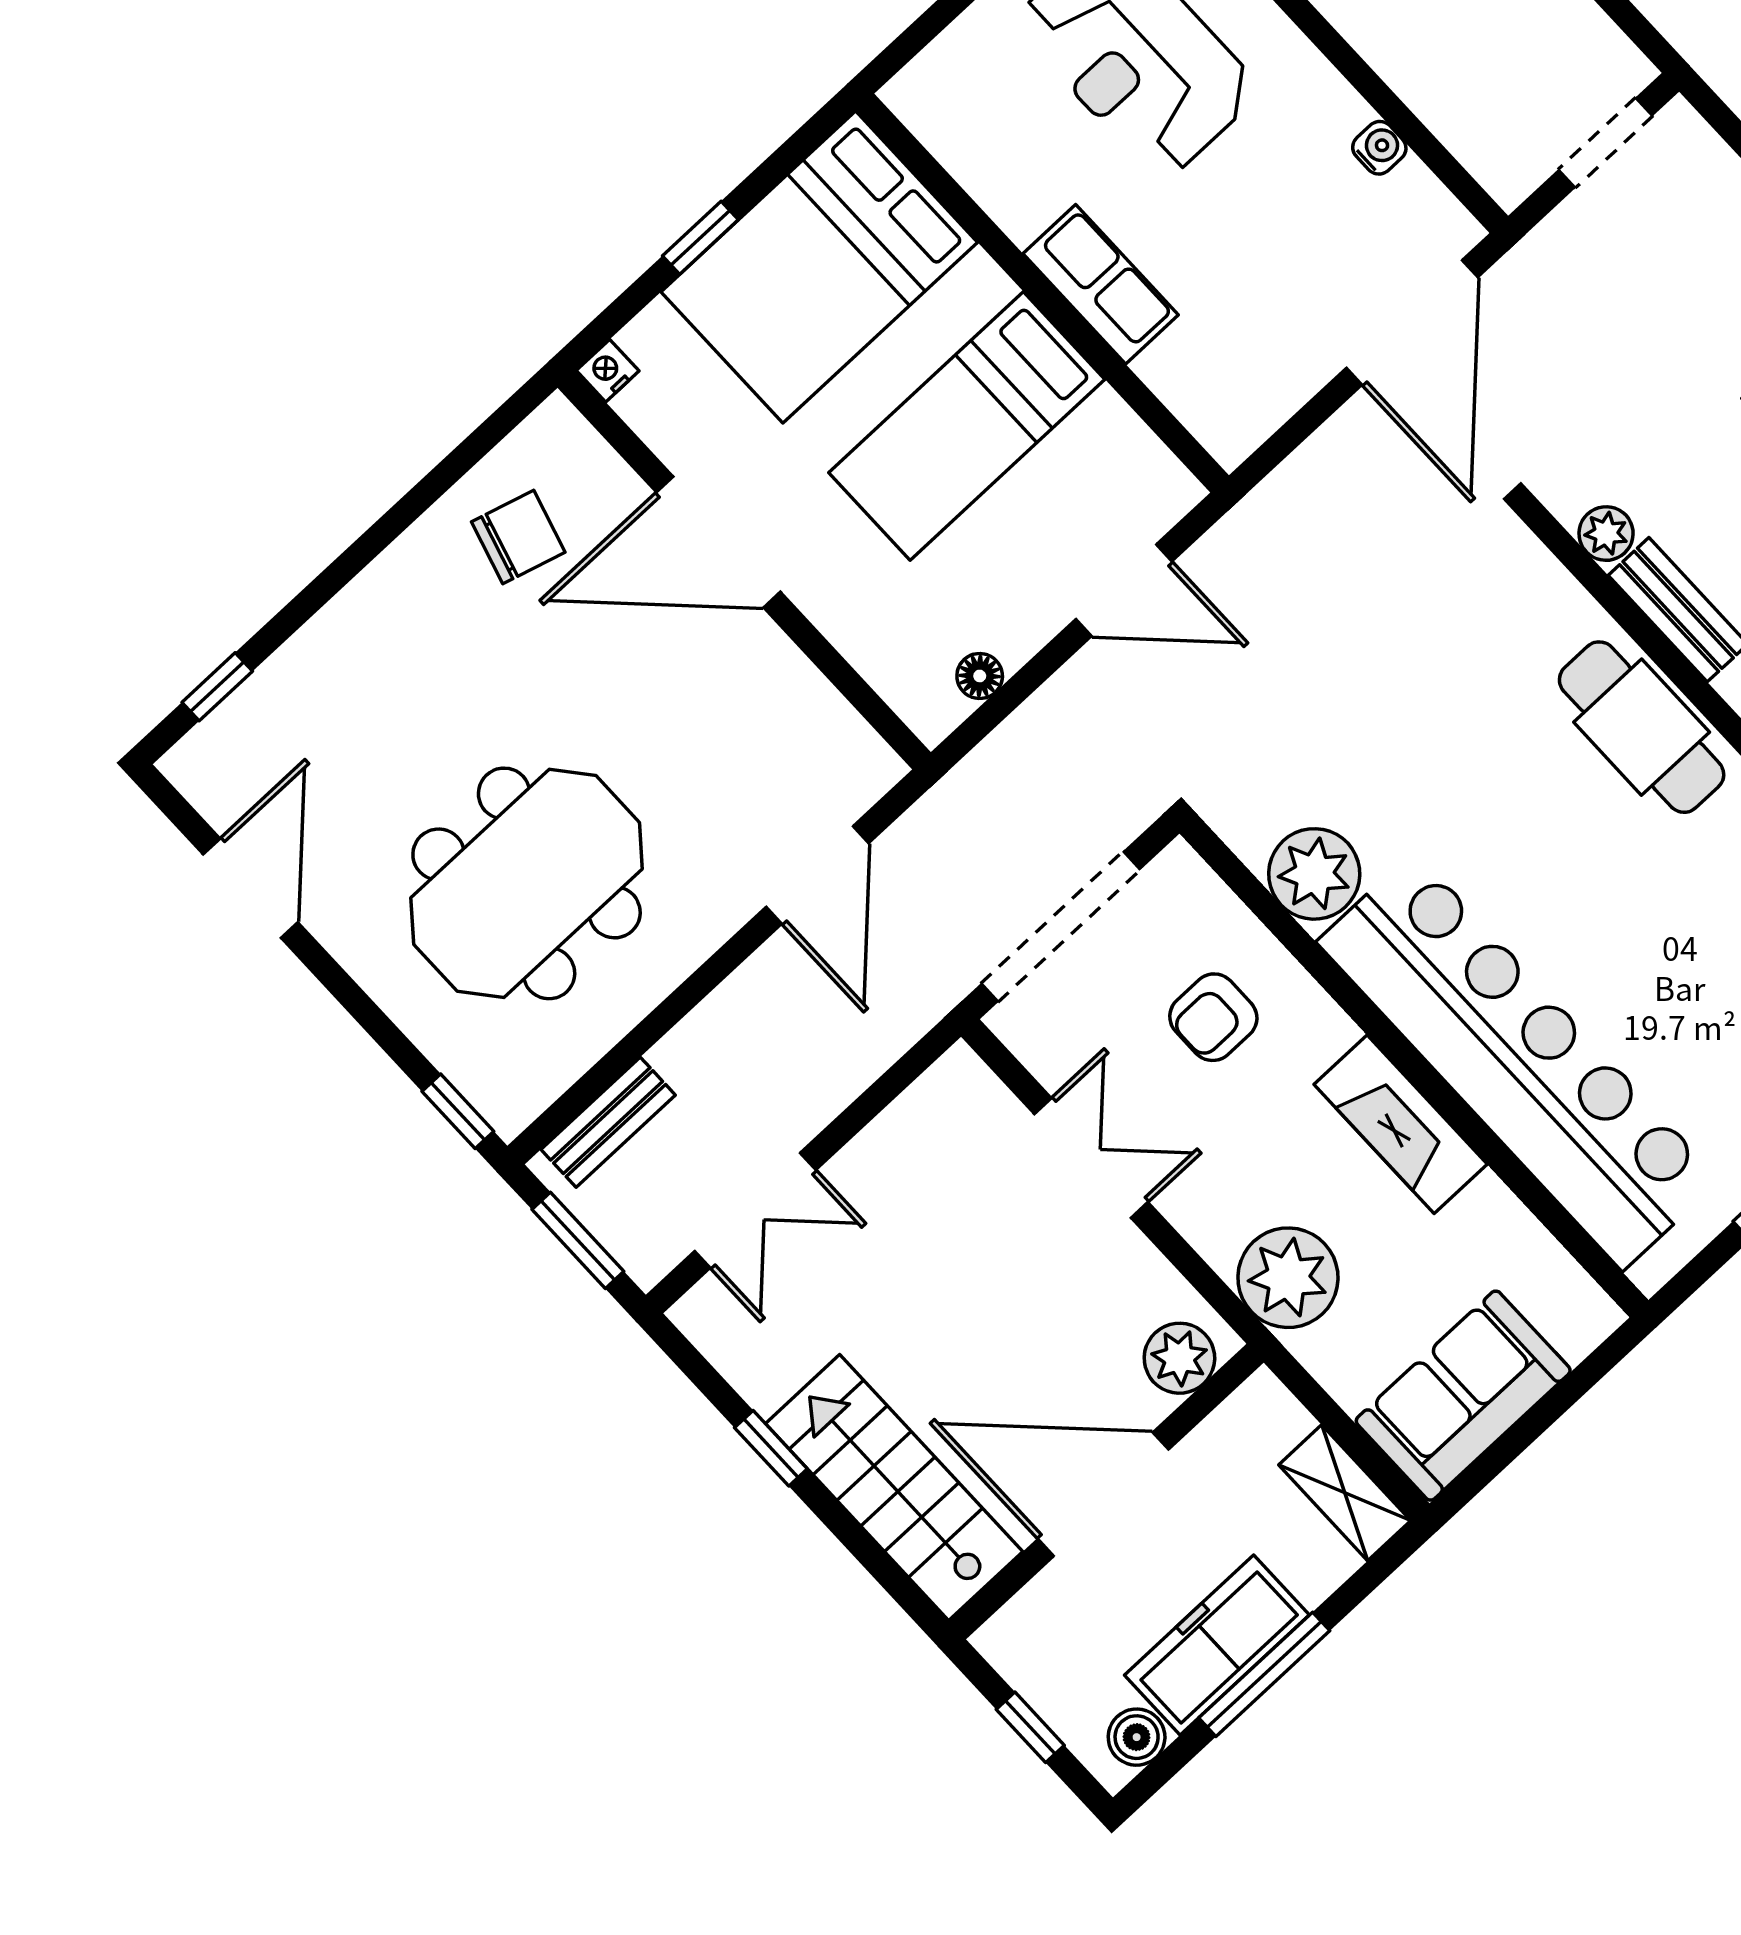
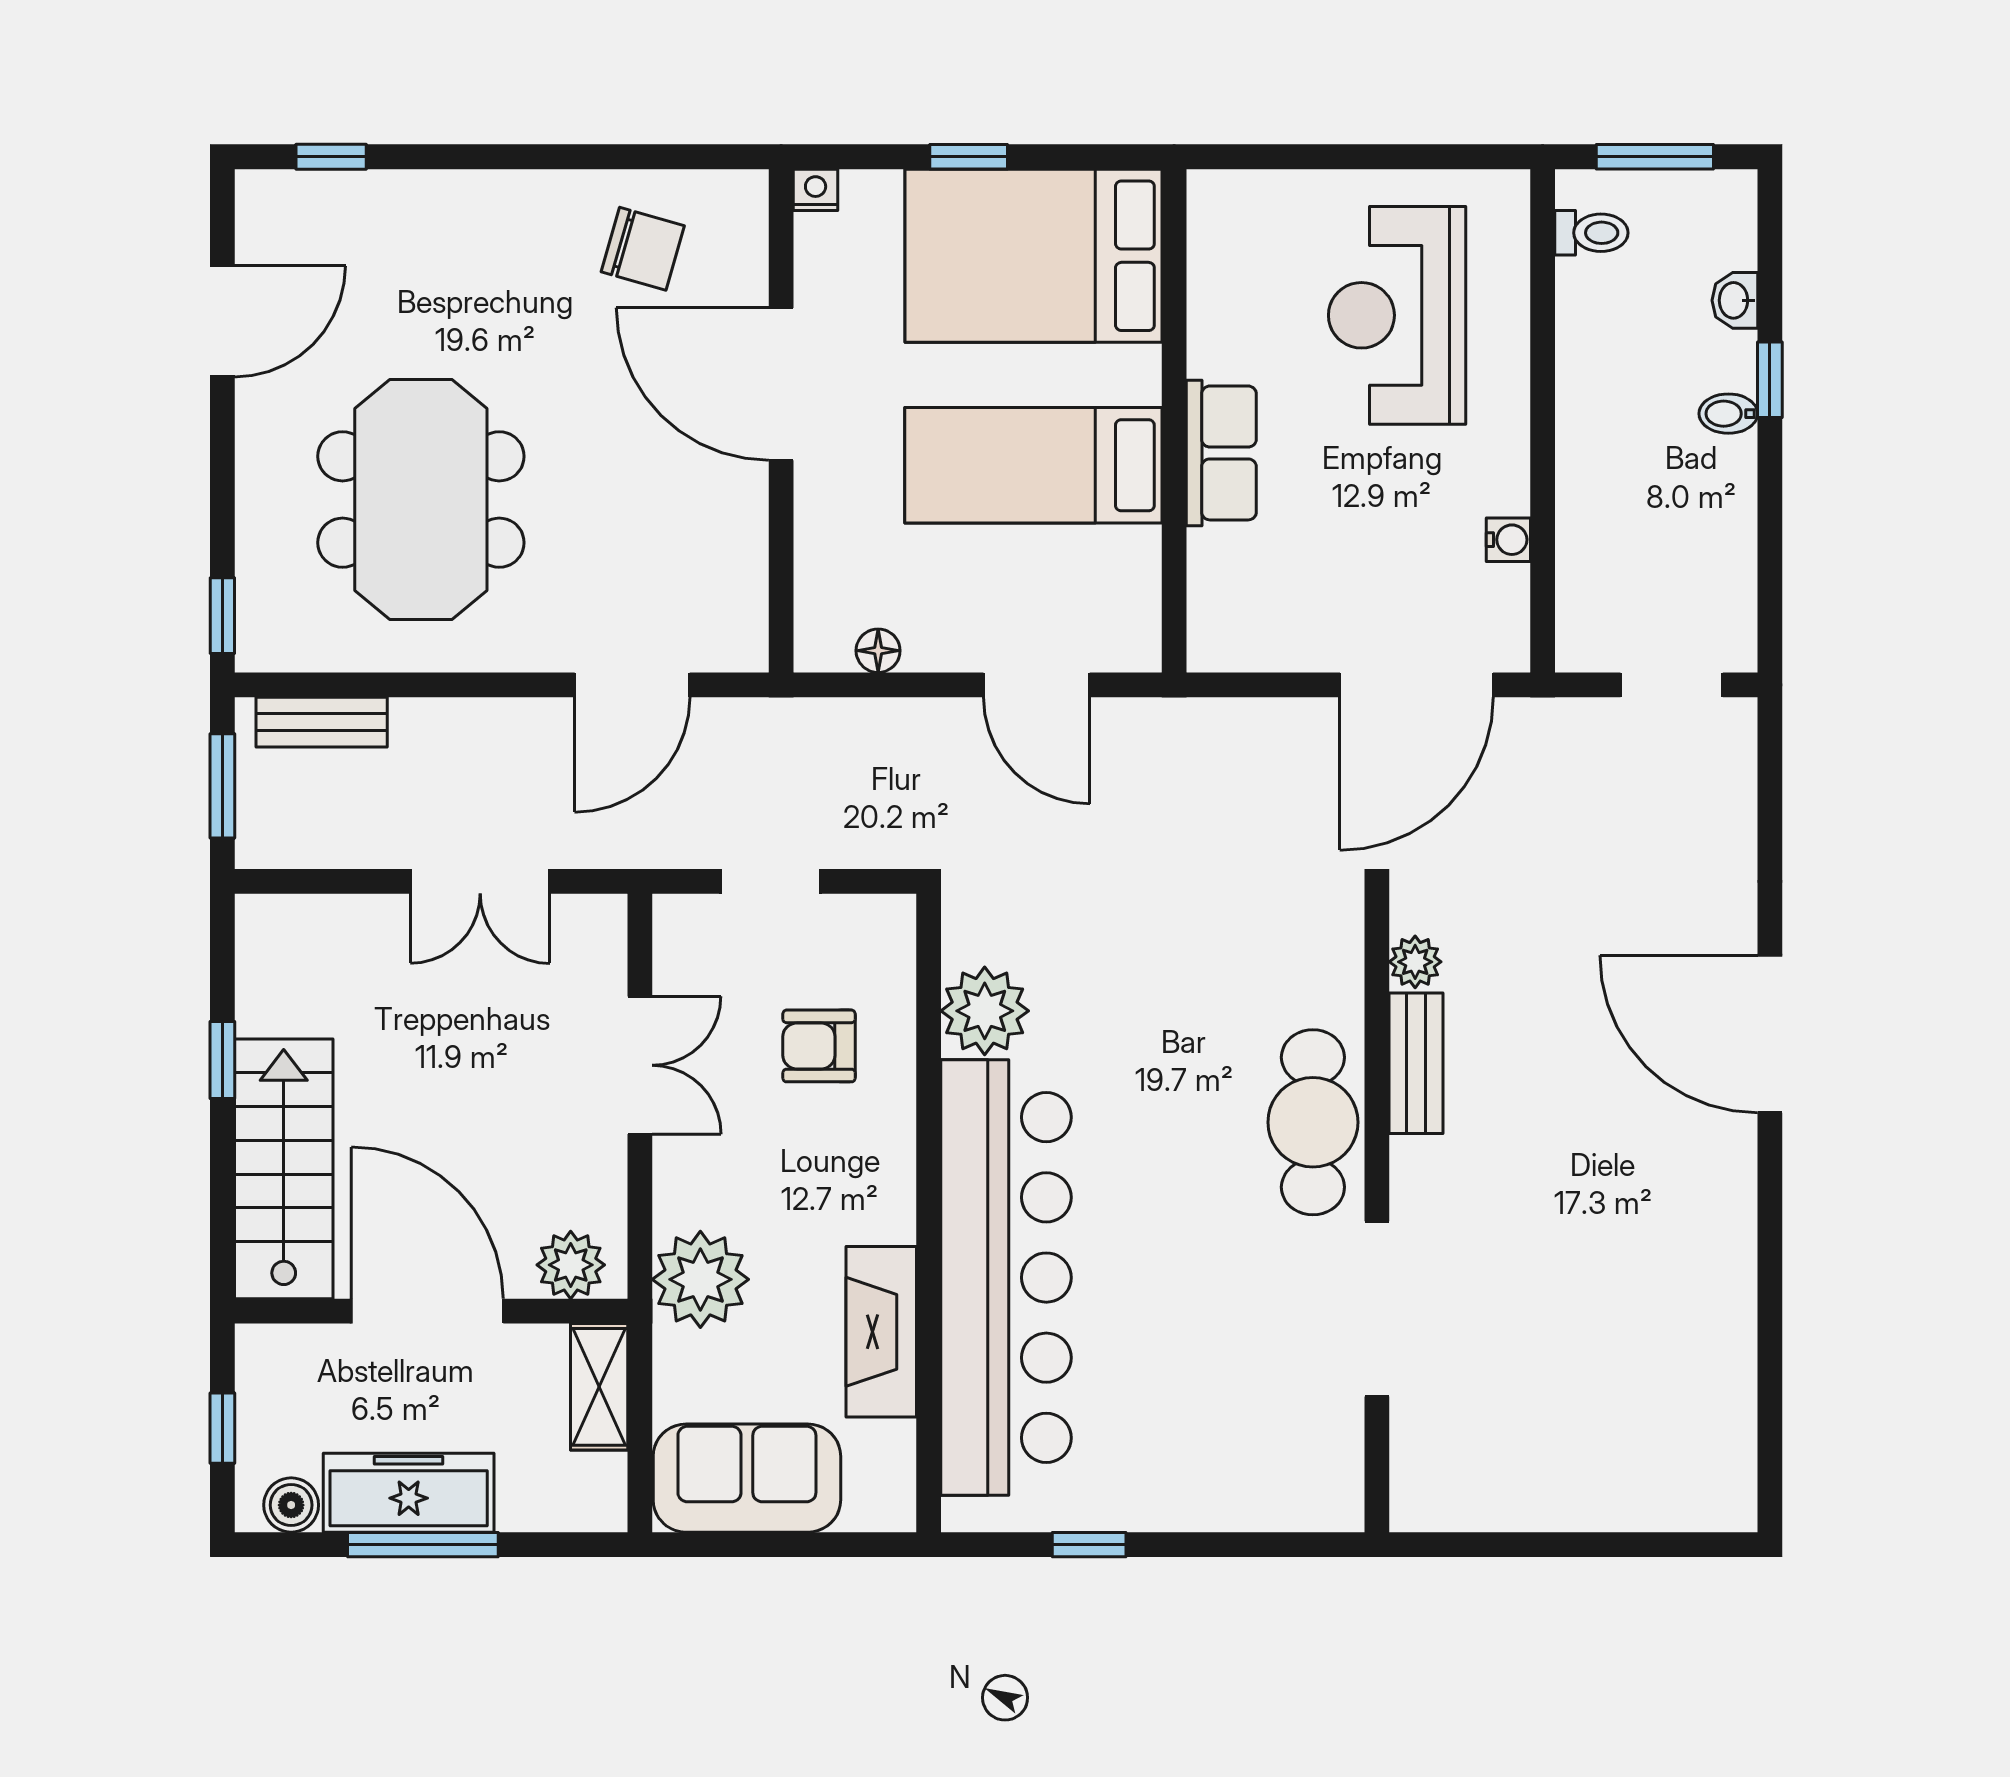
meeting table: (527, 883) -> (421, 499), turned 90
doorway: (1061, 926) -> (771, 881), width x0.53
fireplace: (1401, 1124) -> (881, 1332), moved
double door: (755, 1210) -> (480, 881), moved
shelving: (1345, 1493) -> (599, 1387), moved

